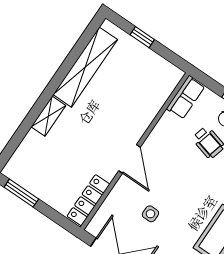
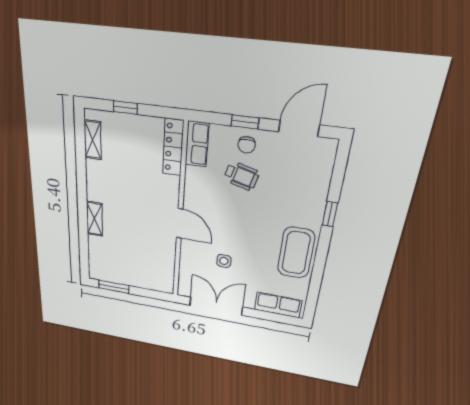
shelving: (85, 67) -> (93, 140), width x0.45, depth x0.75
locker: (88, 200) -> (173, 147), moved

